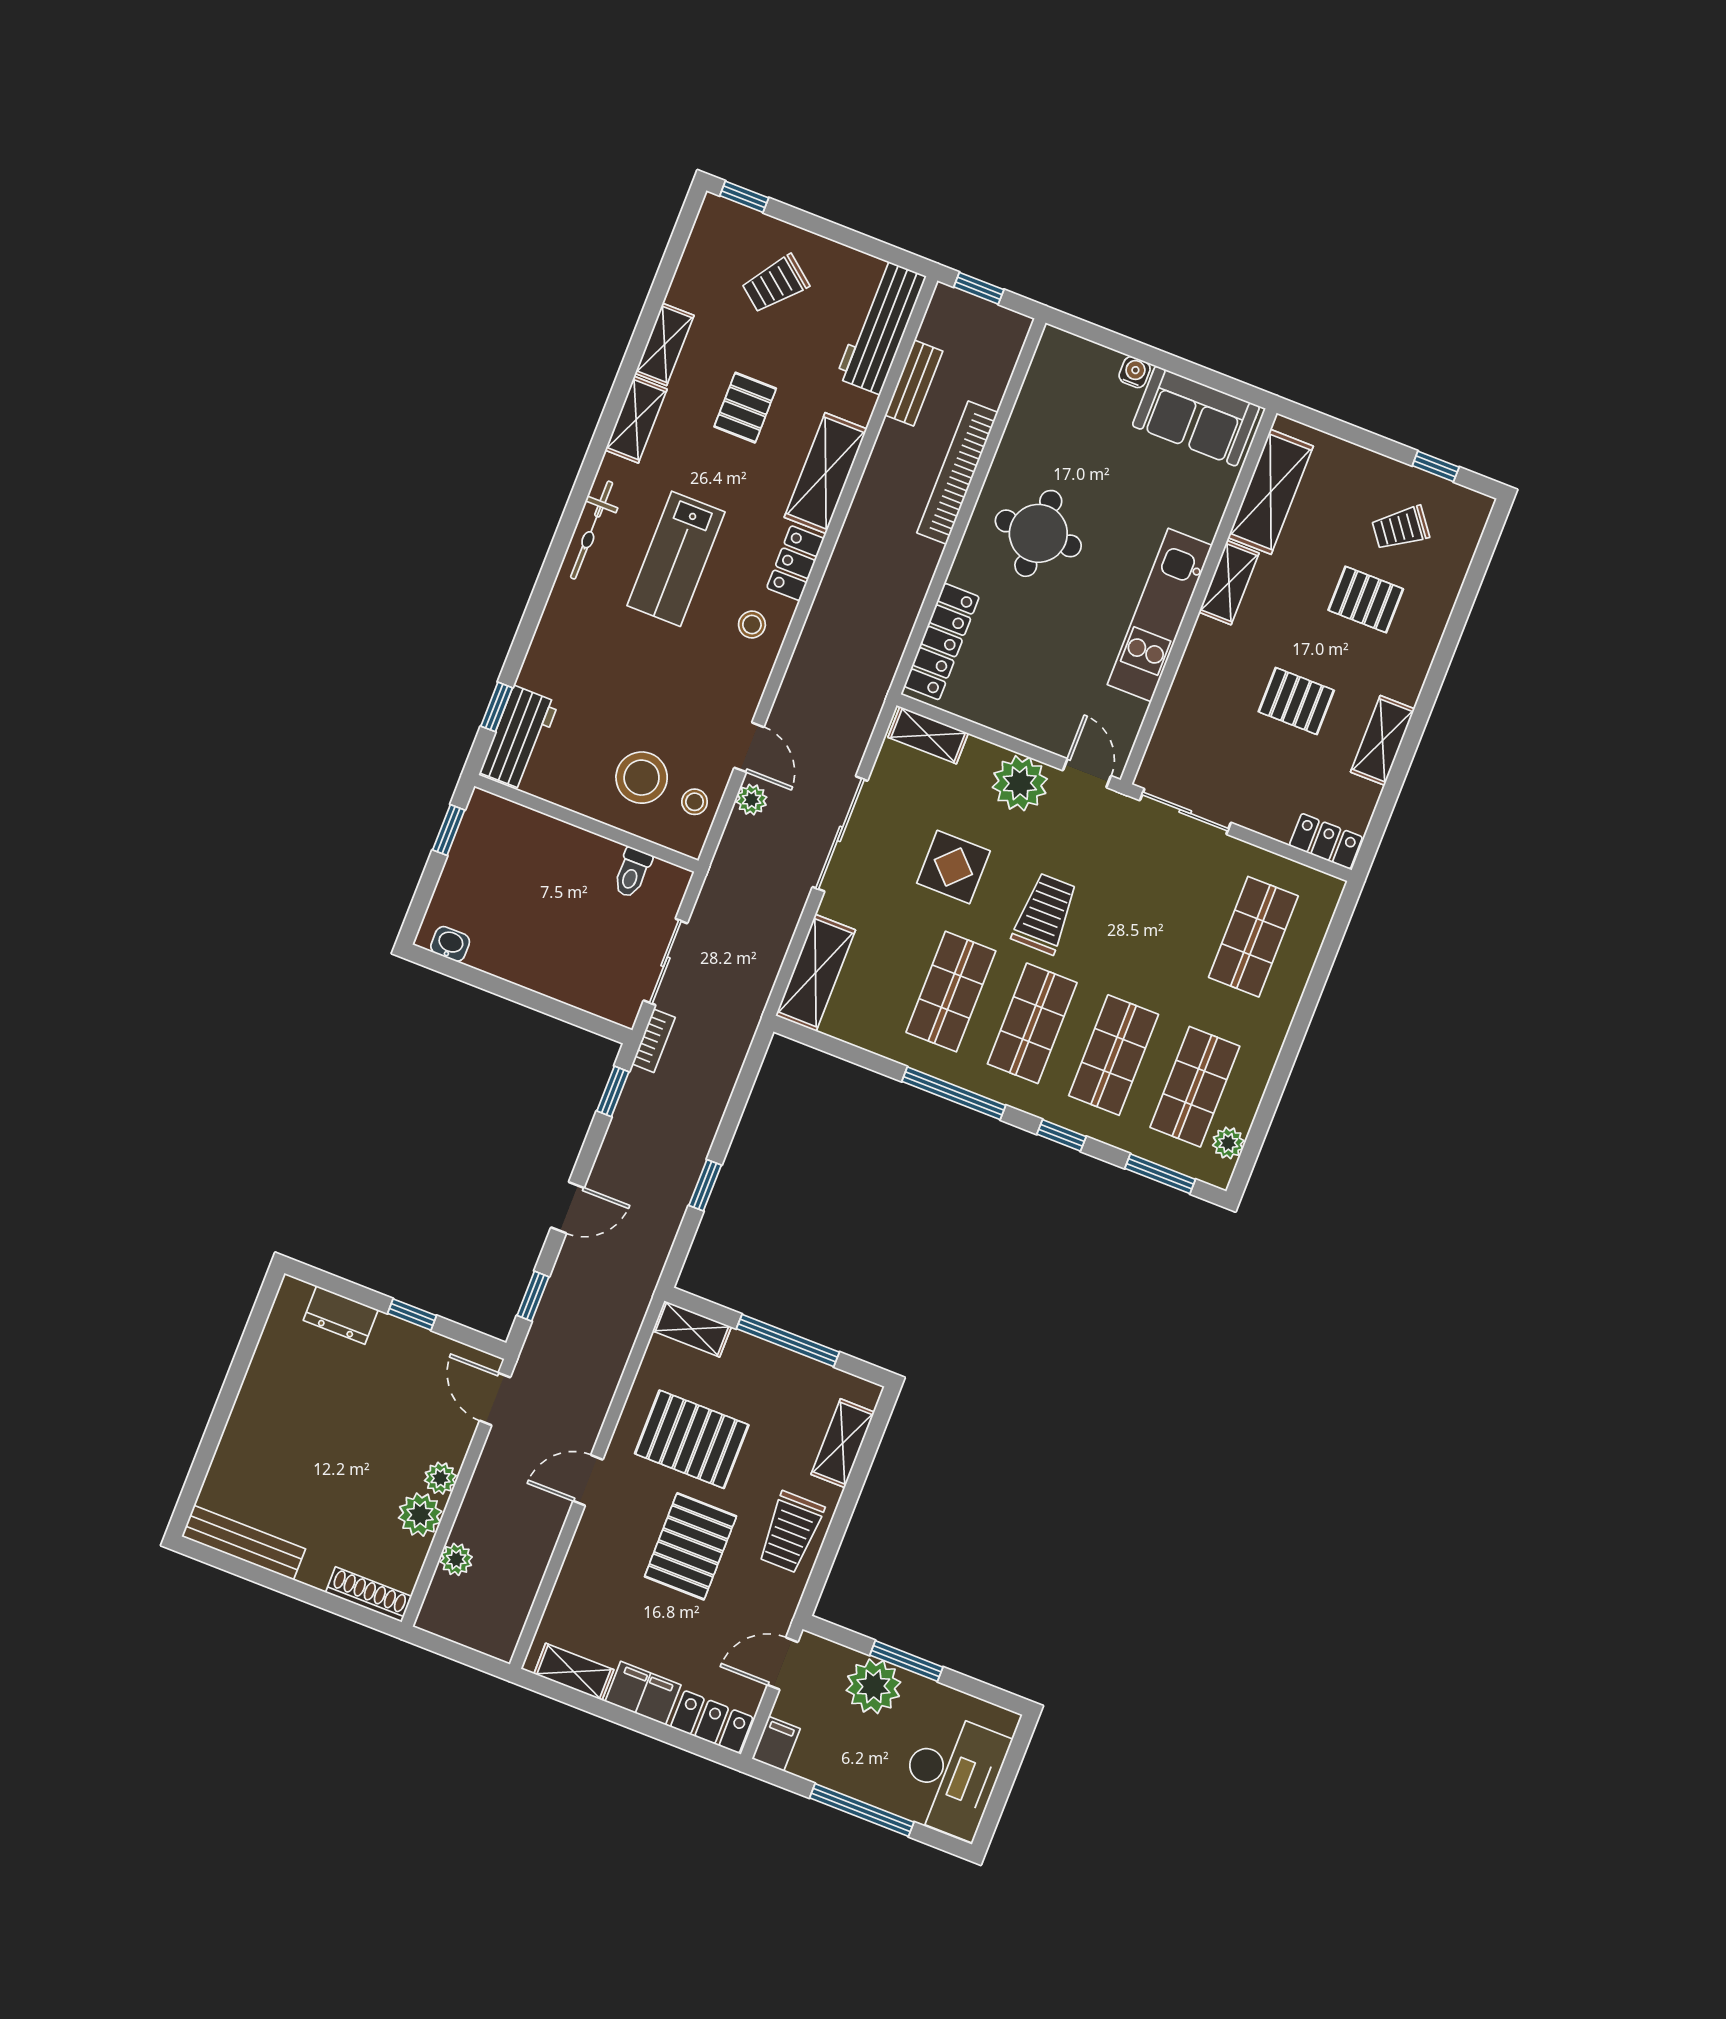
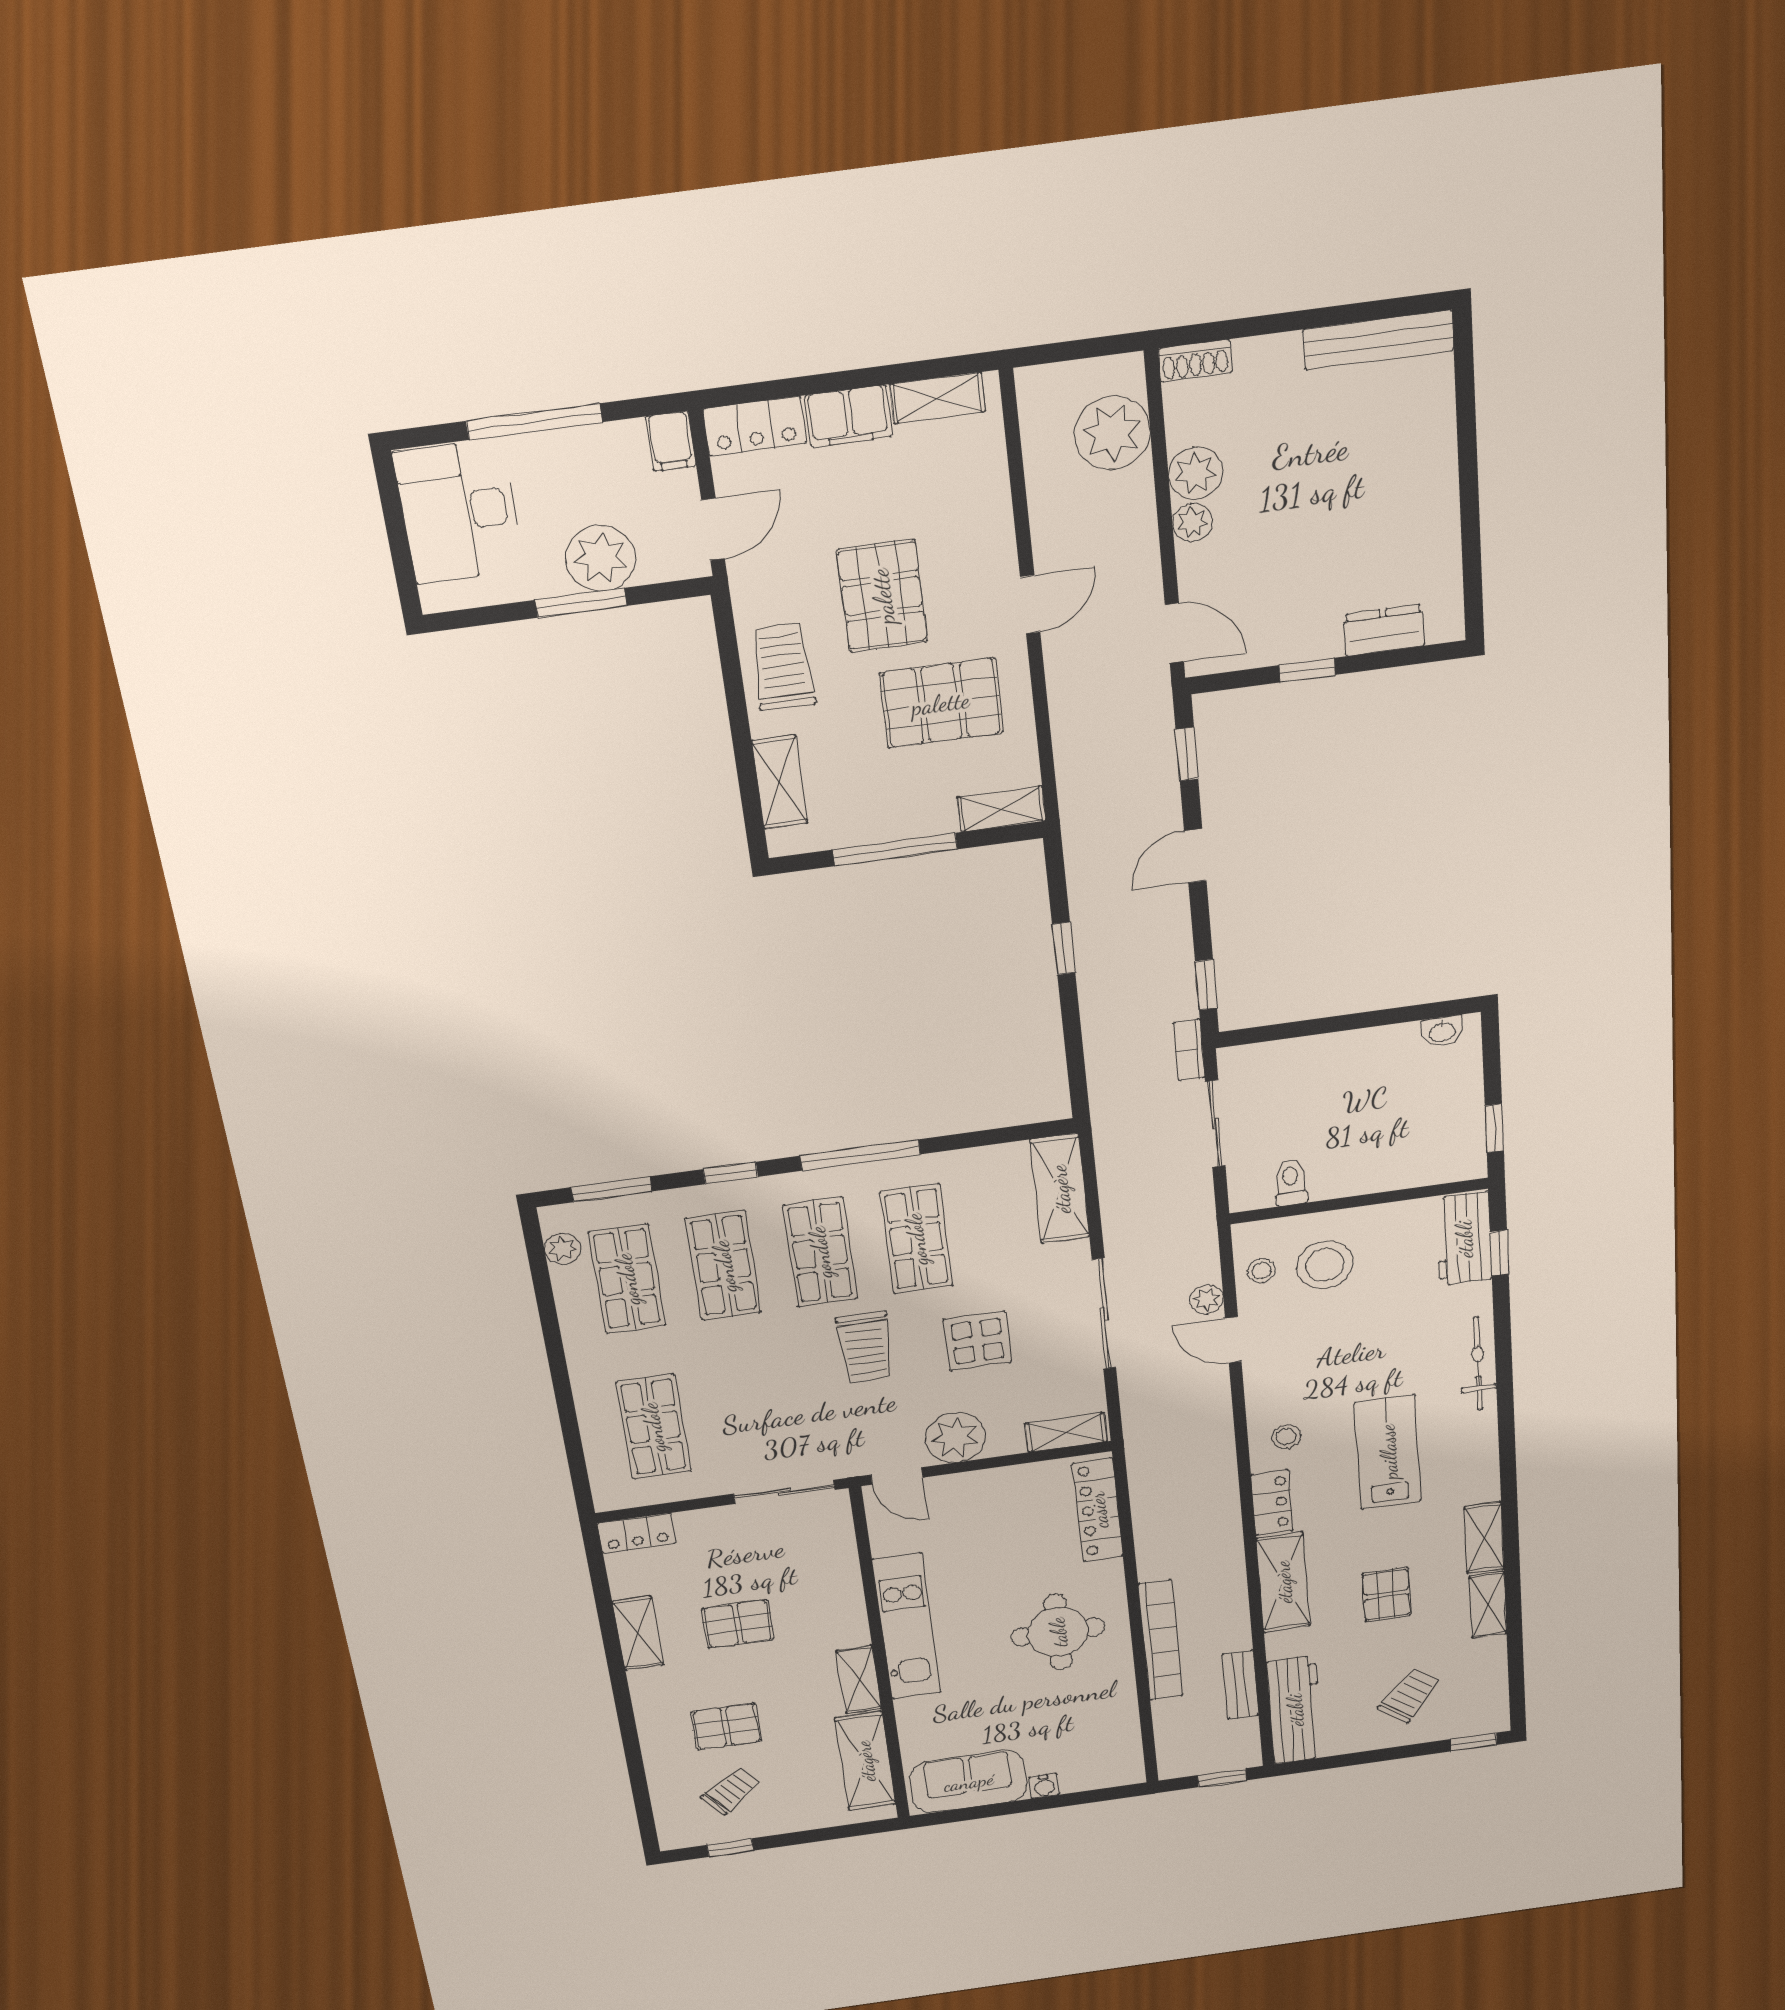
bicycle: (592, 530) -> (1478, 1364), moved
plant: (456, 1559) -> (1112, 433), width x1.87, depth x1.87
shoe rack: (369, 1594) -> (1195, 361), width x0.70

